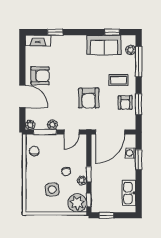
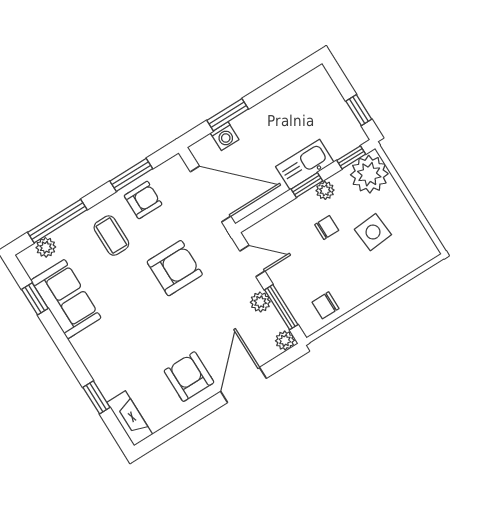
kitchen sink: (129, 193) -> (305, 164), moved, turned 180

